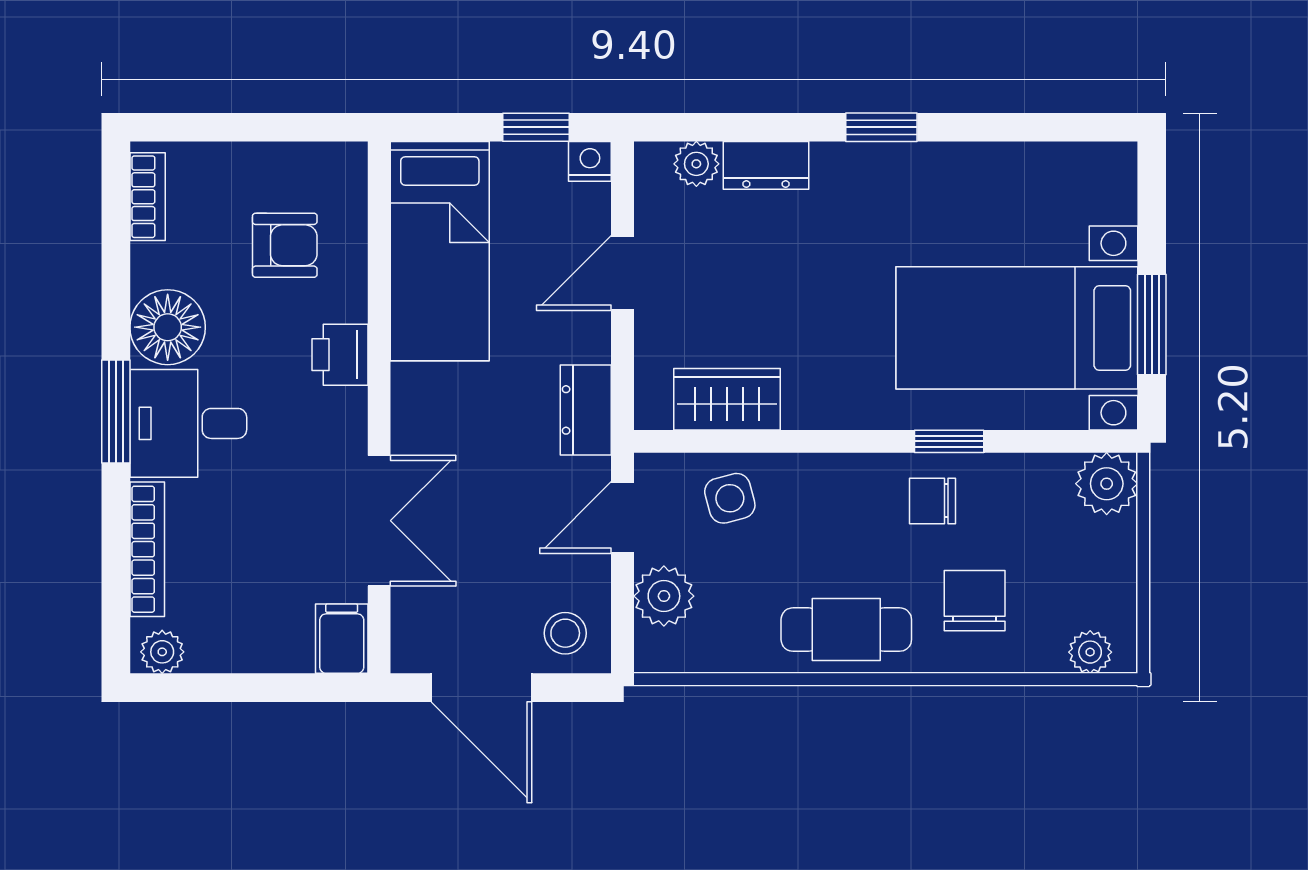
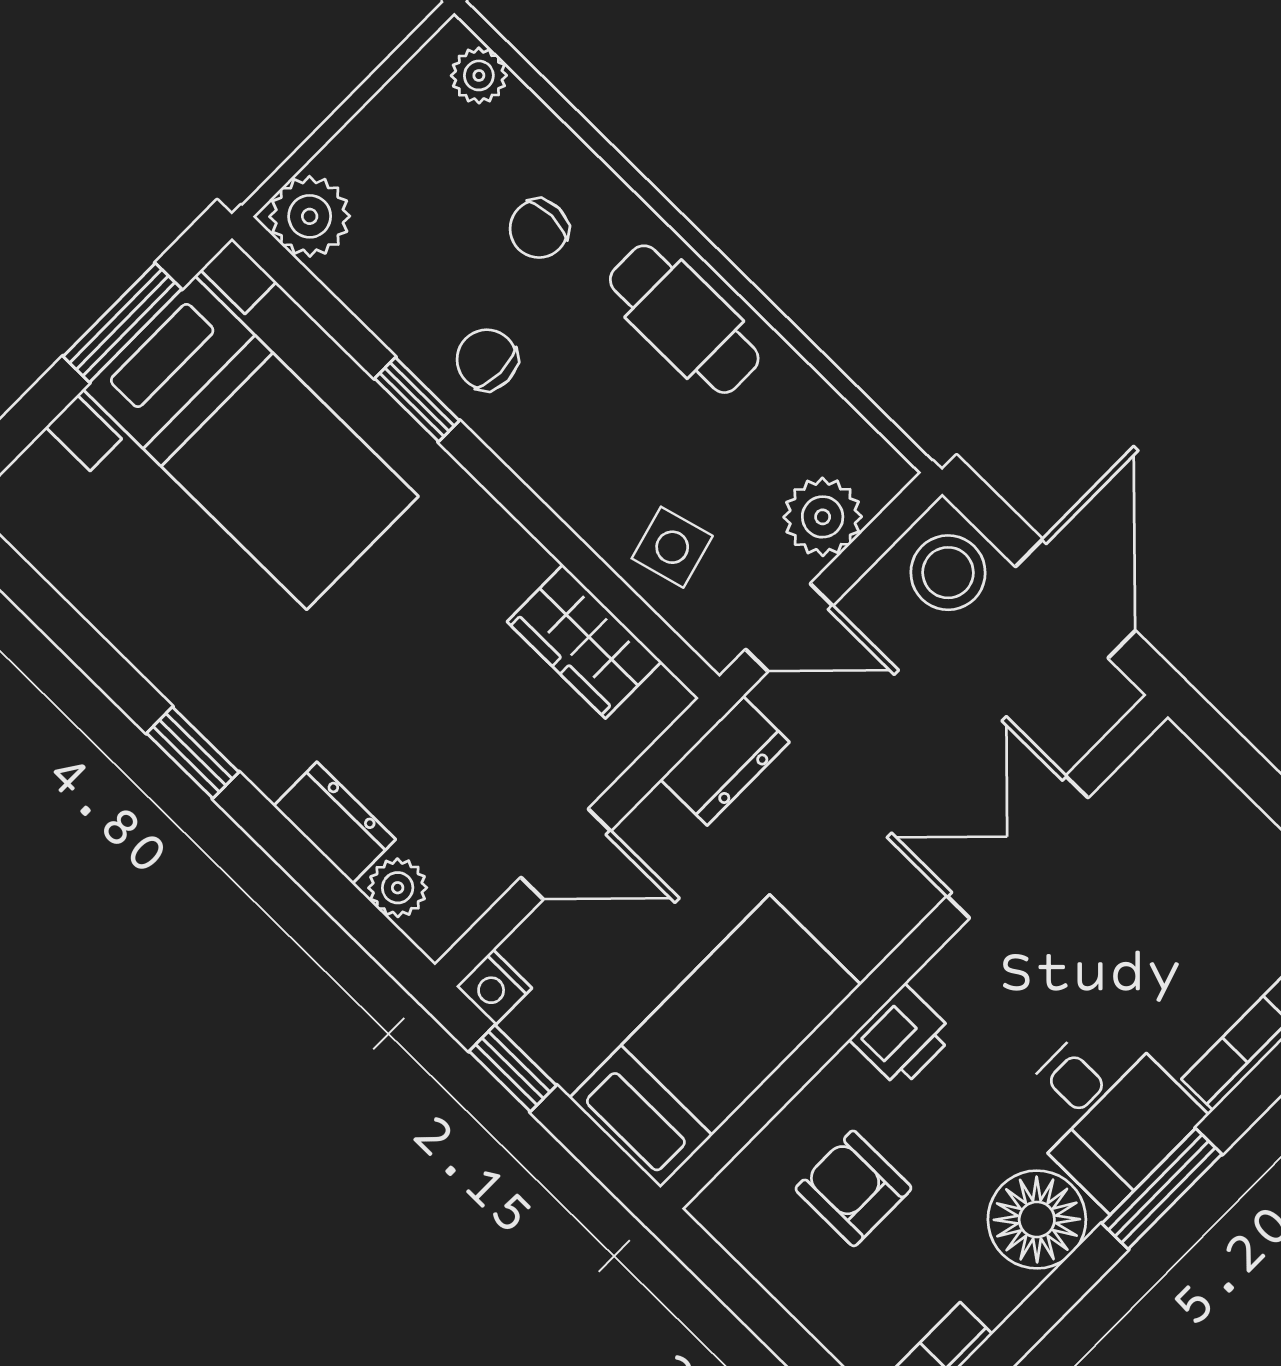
chair: (932, 501) -> (487, 360), turned 180
chair: (975, 601) -> (539, 229), width x0.73, depth x0.73
stool: (565, 633) -> (948, 573), width x1.37, depth x1.37
filing cabinet: (342, 639) -> (1160, 772), removed

